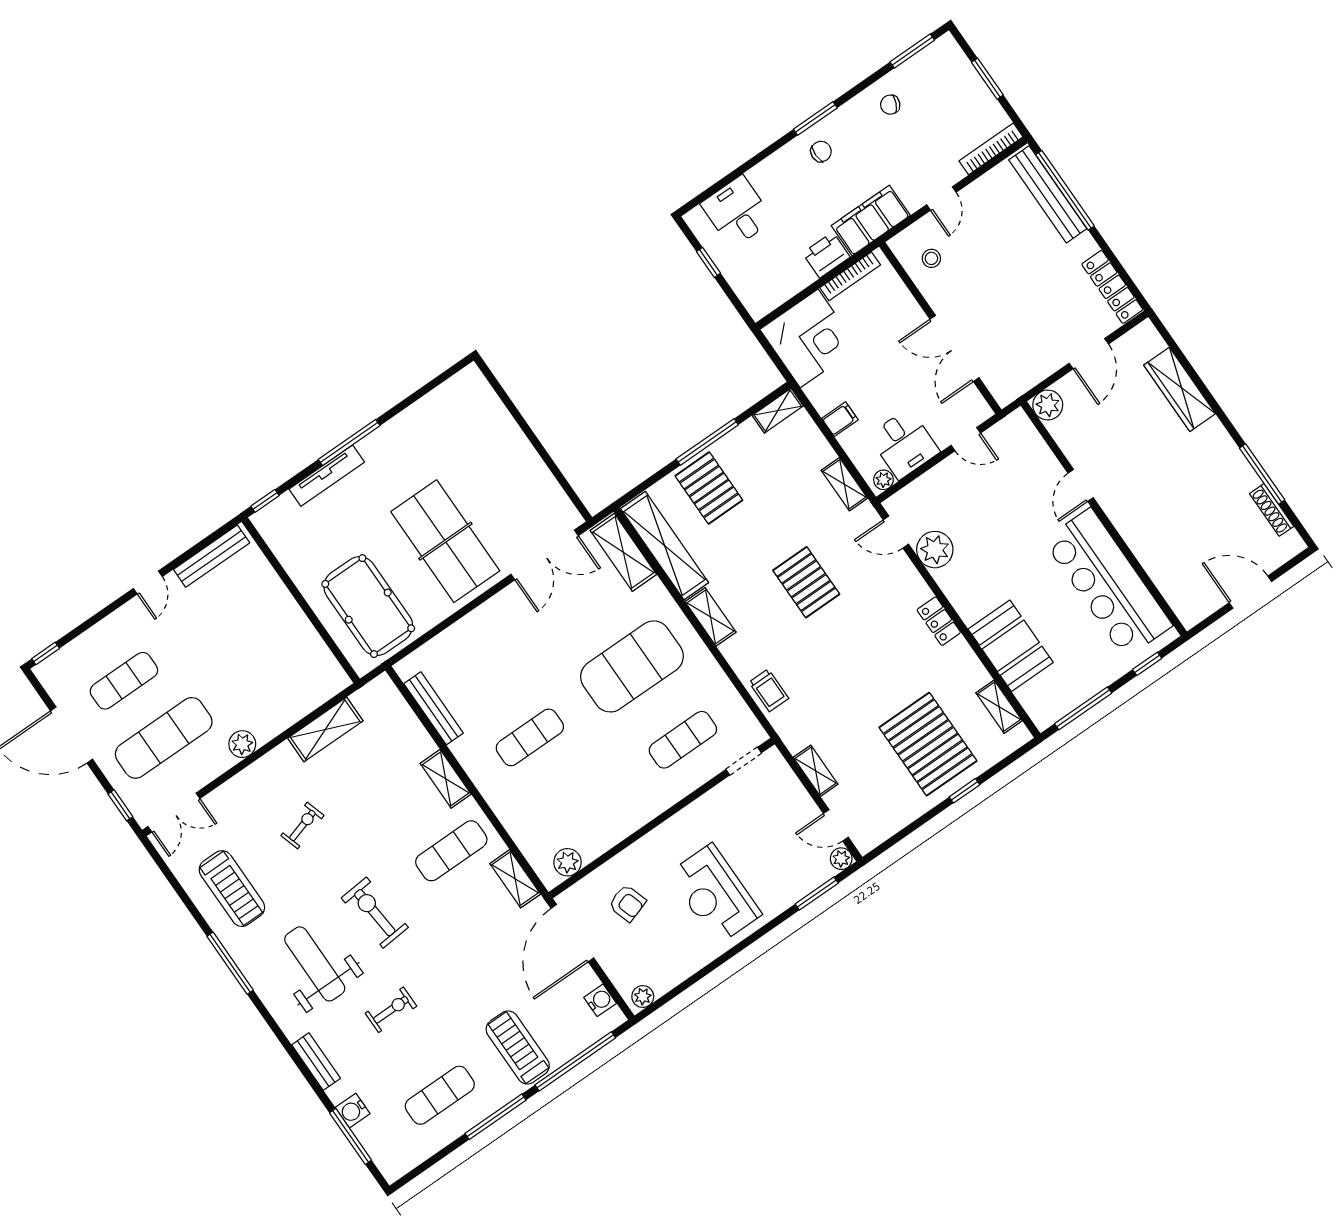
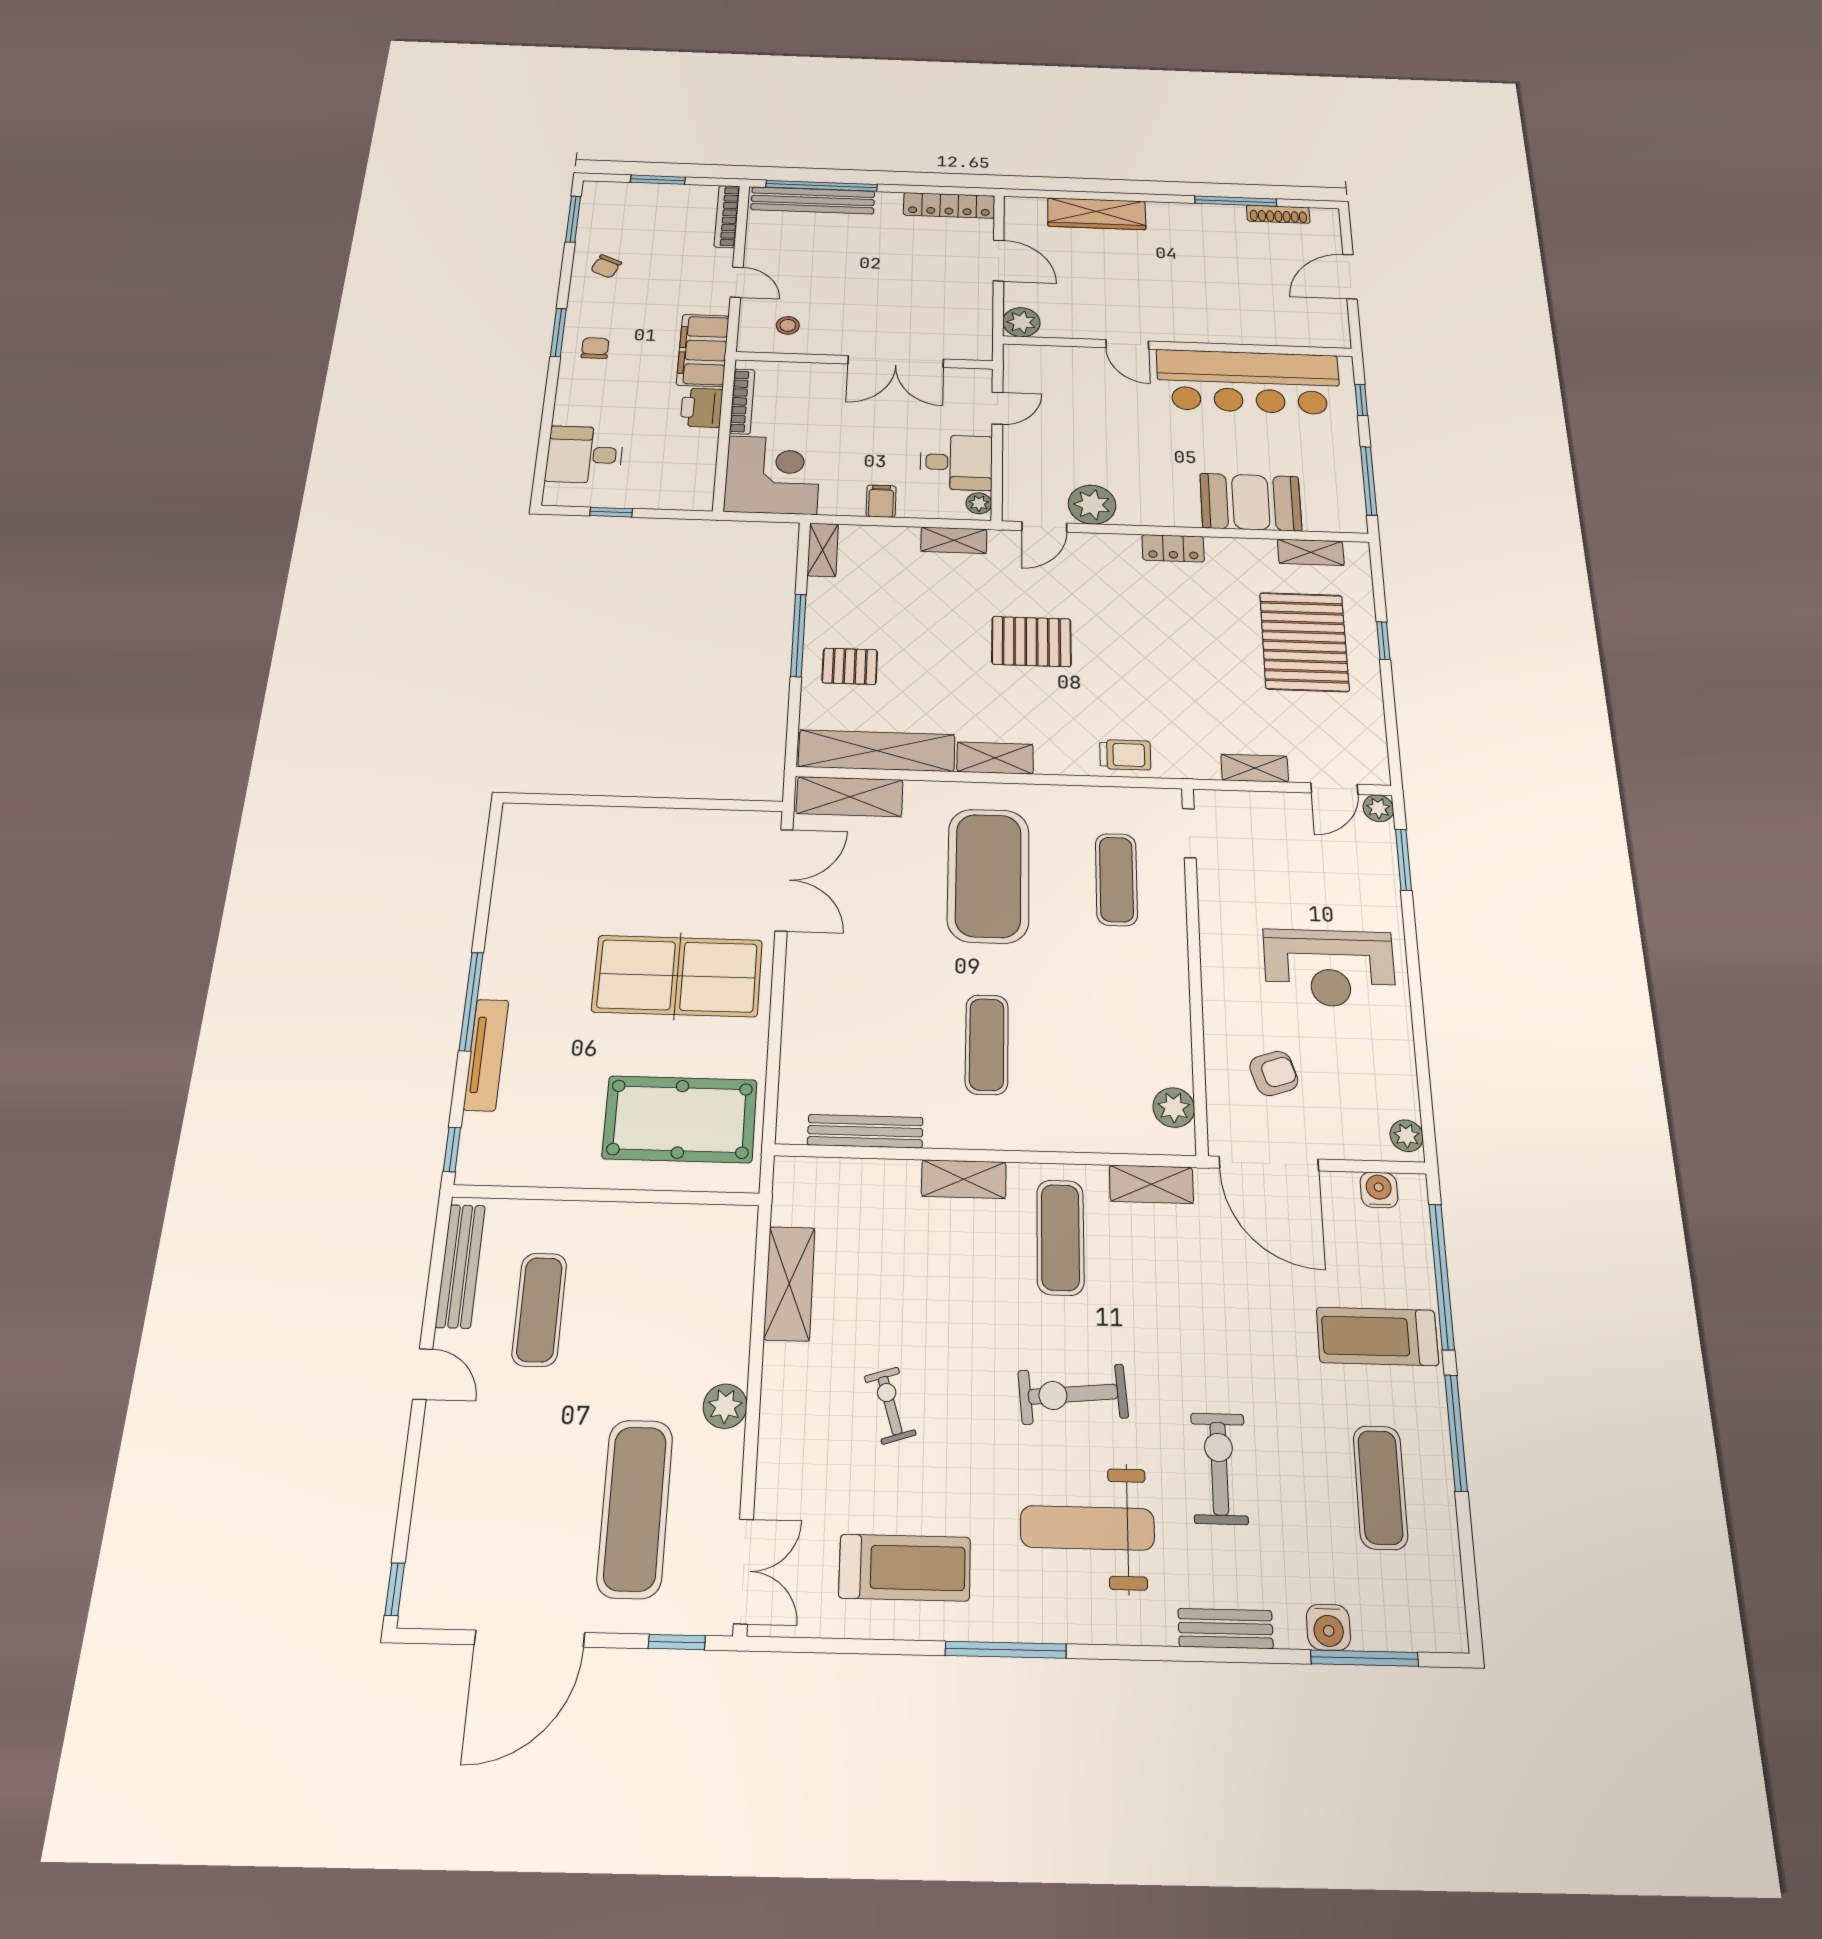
pallet: (709, 488) -> (850, 666), width x0.67, depth x0.71
exercise mat: (124, 681) -> (539, 1309), moved
pallet: (928, 744) -> (1304, 642), turned 90
exercise bike: (391, 1010) -> (1219, 1468), width x1.38, depth x1.39

